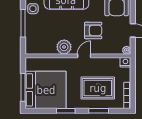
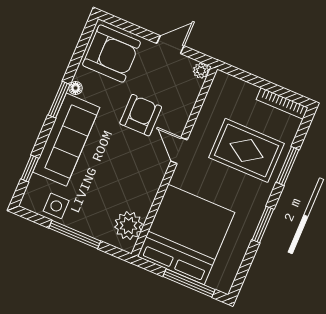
plant: (64, 47) -> (128, 226), moved
nightstand: (125, 62) -> (222, 82), removed
rug: (98, 88) -> (247, 150), turned 90
bed: (46, 90) -> (186, 234), moved

